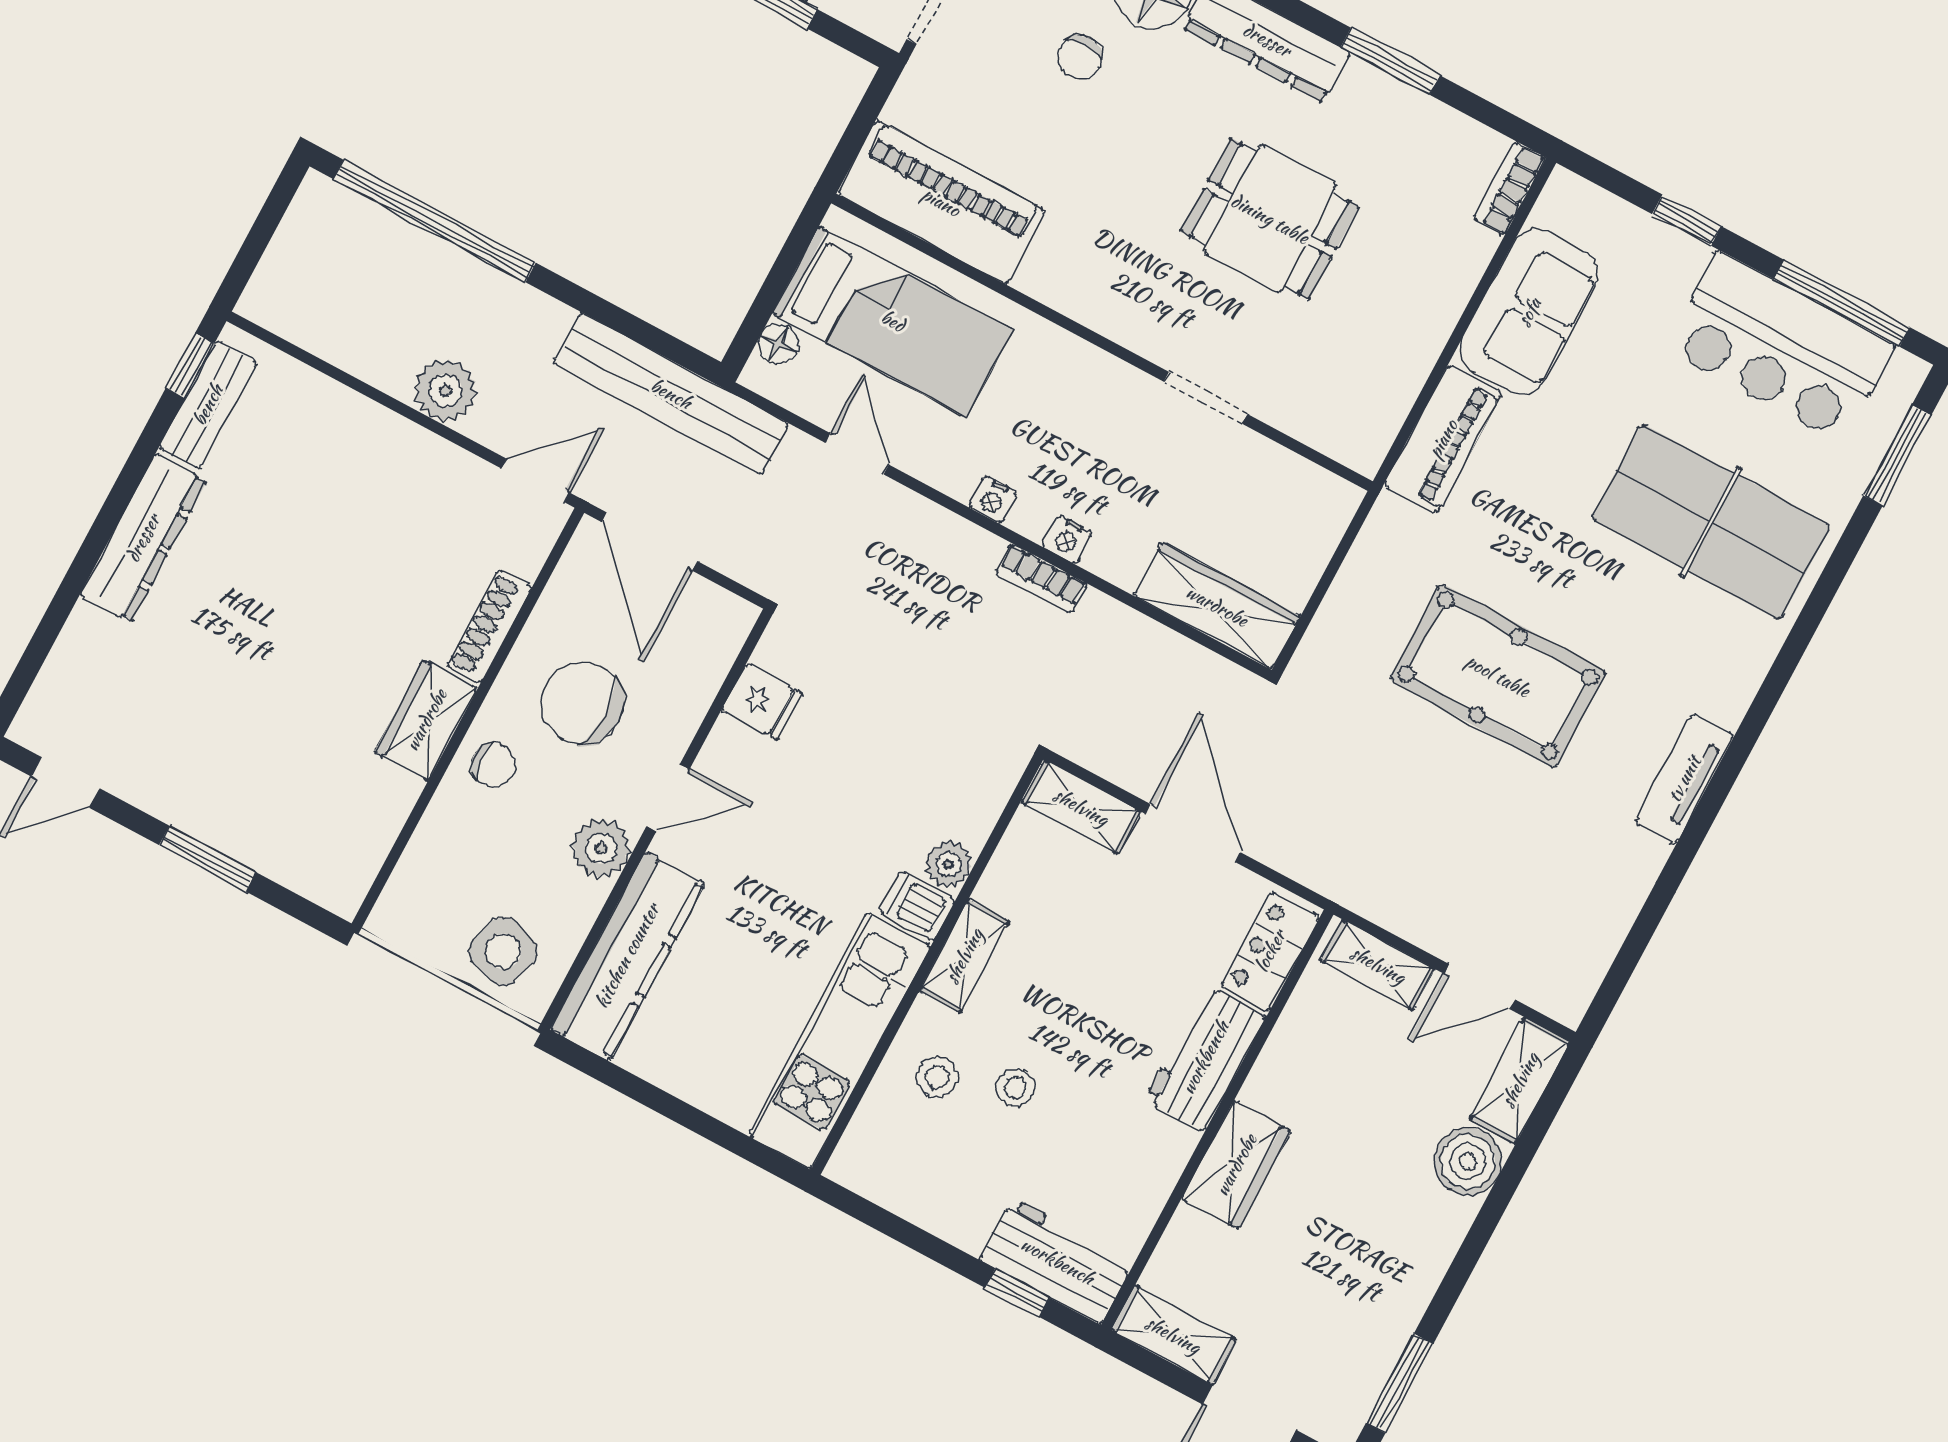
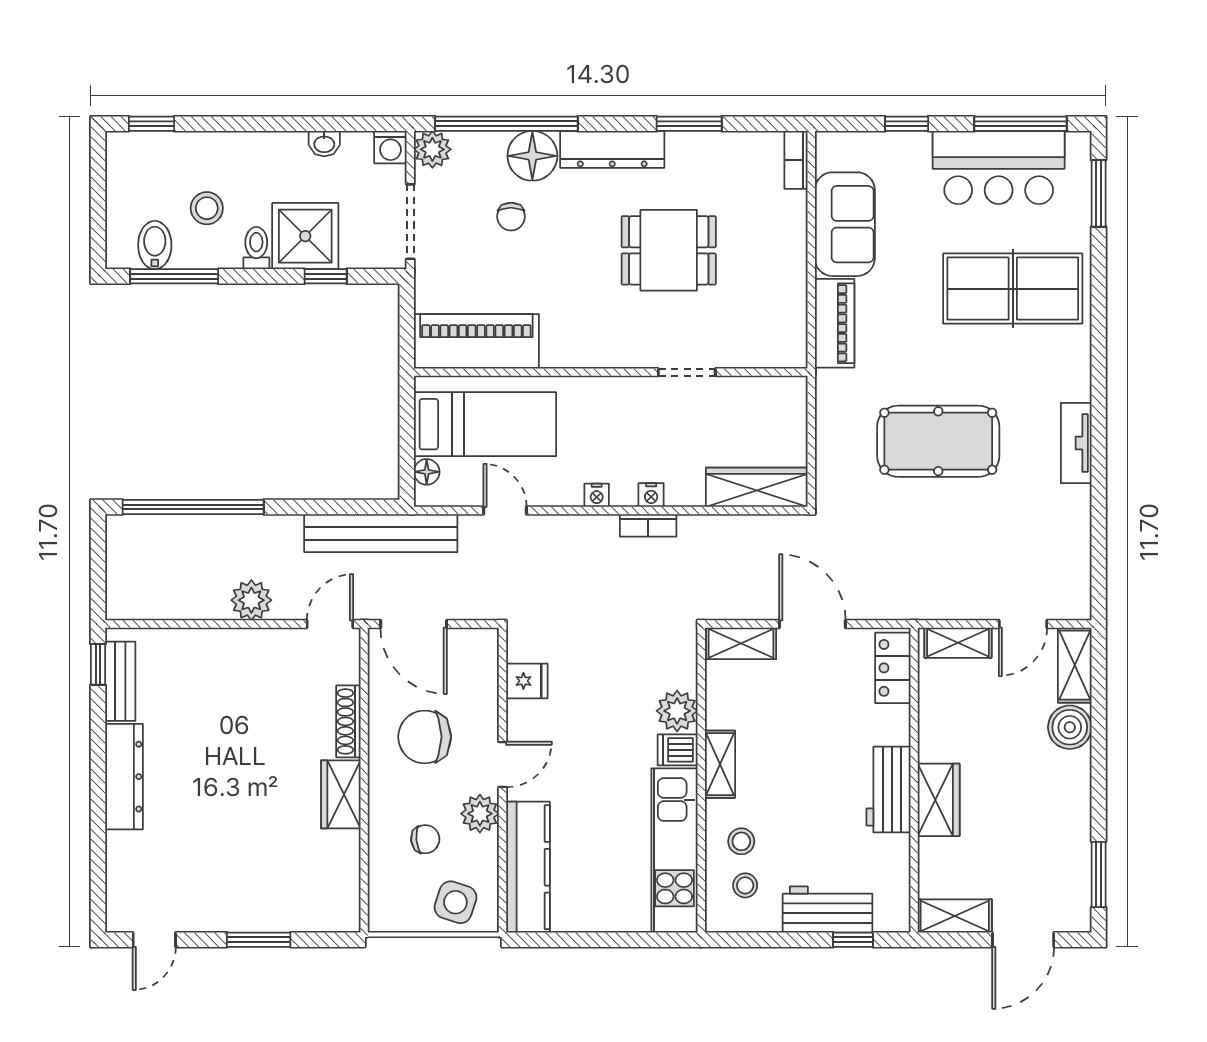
chair: (493, 765) -> (425, 839), moved
plant: (948, 864) -> (677, 711), width x1.38, depth x1.38
workbench: (1205, 1058) -> (888, 790), moved
stool: (1015, 1088) -> (745, 885), moved
workbench: (1057, 1261) -> (828, 910), moved

